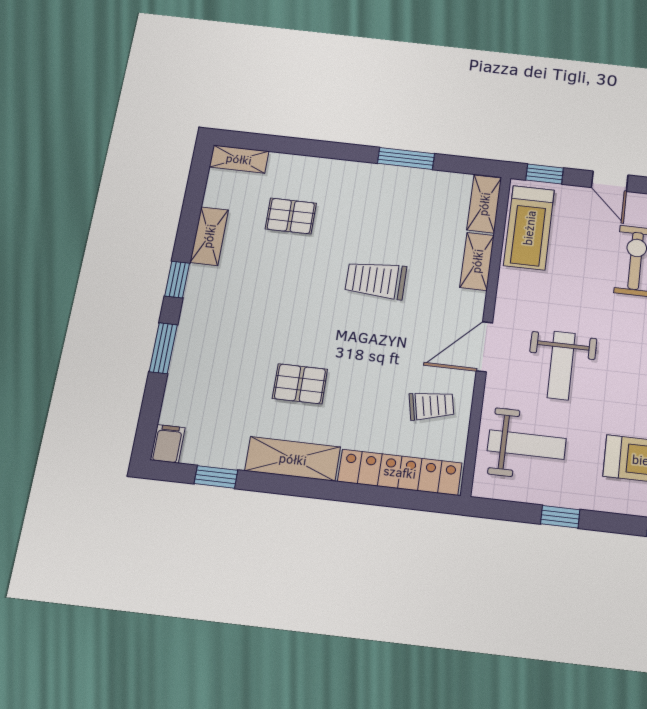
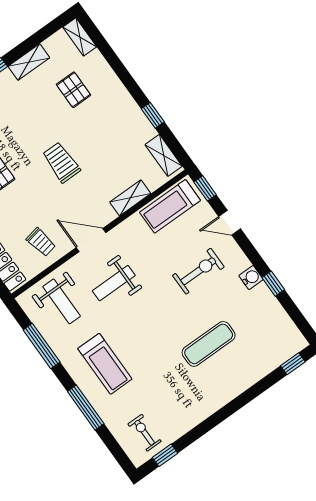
window: (406, 159) -> (153, 115), width x0.67
door: (610, 181) -> (230, 223), hinge flipped
shelving: (484, 204) -> (164, 155), moved, turned 90
trolley: (376, 280) -> (61, 162), moved
window: (560, 517) -> (42, 346), width x2.17

